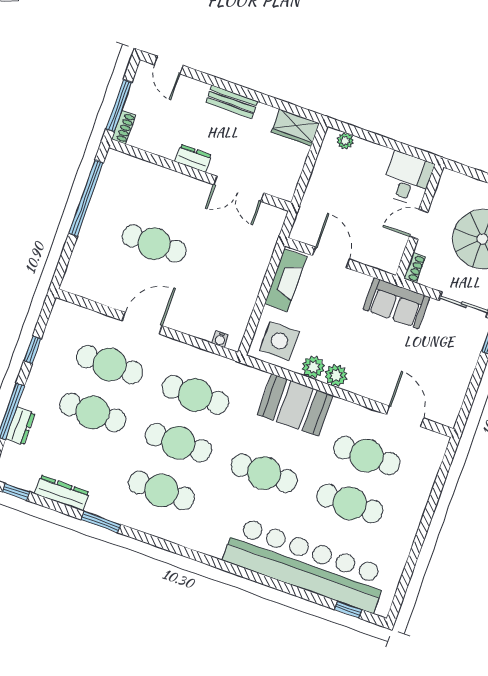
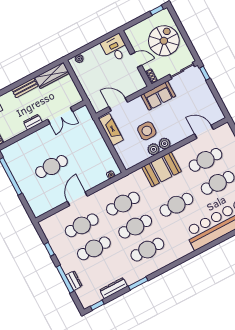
wardrobe: (295, 128) -> (52, 75), width x1.50
door: (419, 224) -> (136, 60), swing flipped
side table: (279, 341) -> (147, 131), moved

